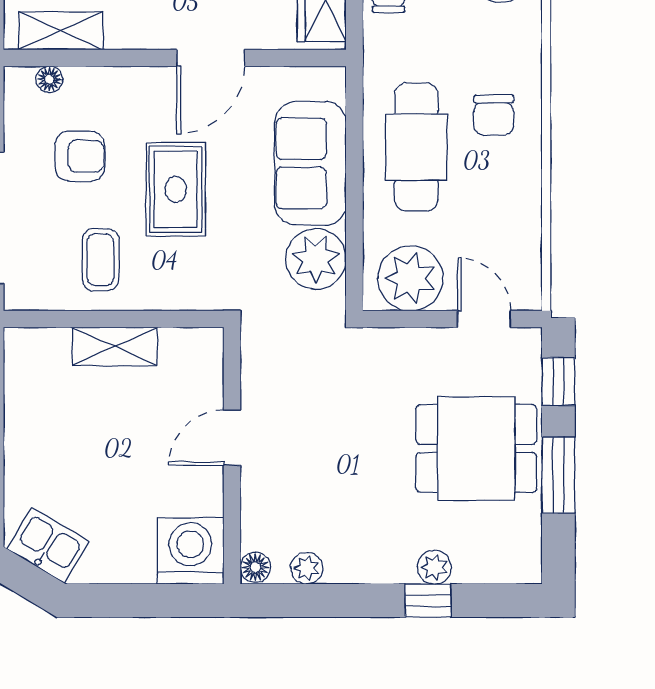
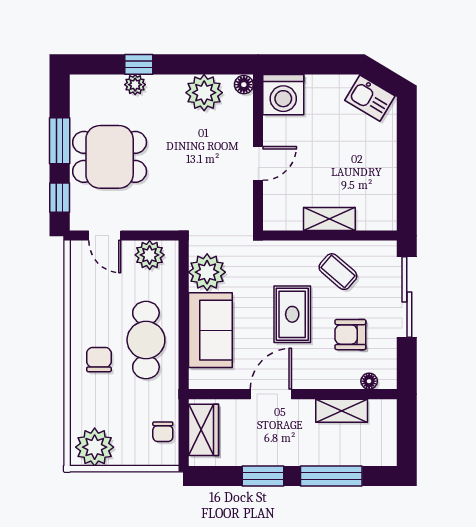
shelving: (61, 31) -> (342, 411), moved
coffee table: (100, 260) -> (338, 272), turned -49
plant: (410, 278) -> (150, 255), width x0.73, depth x0.73
plant: (307, 568) -> (204, 93), width x1.87, depth x1.87

